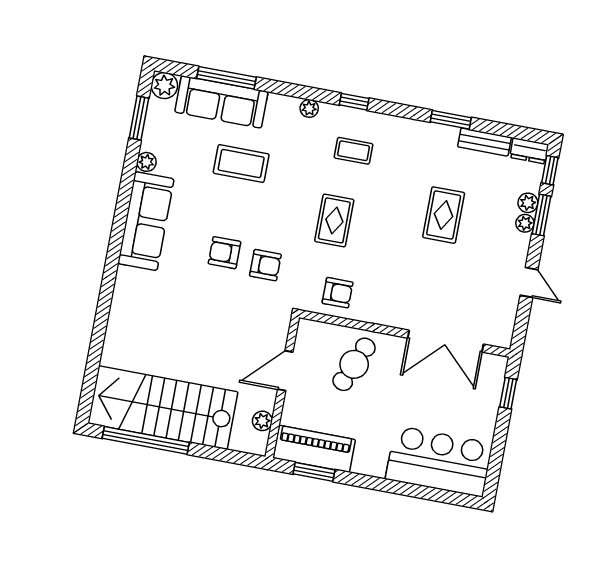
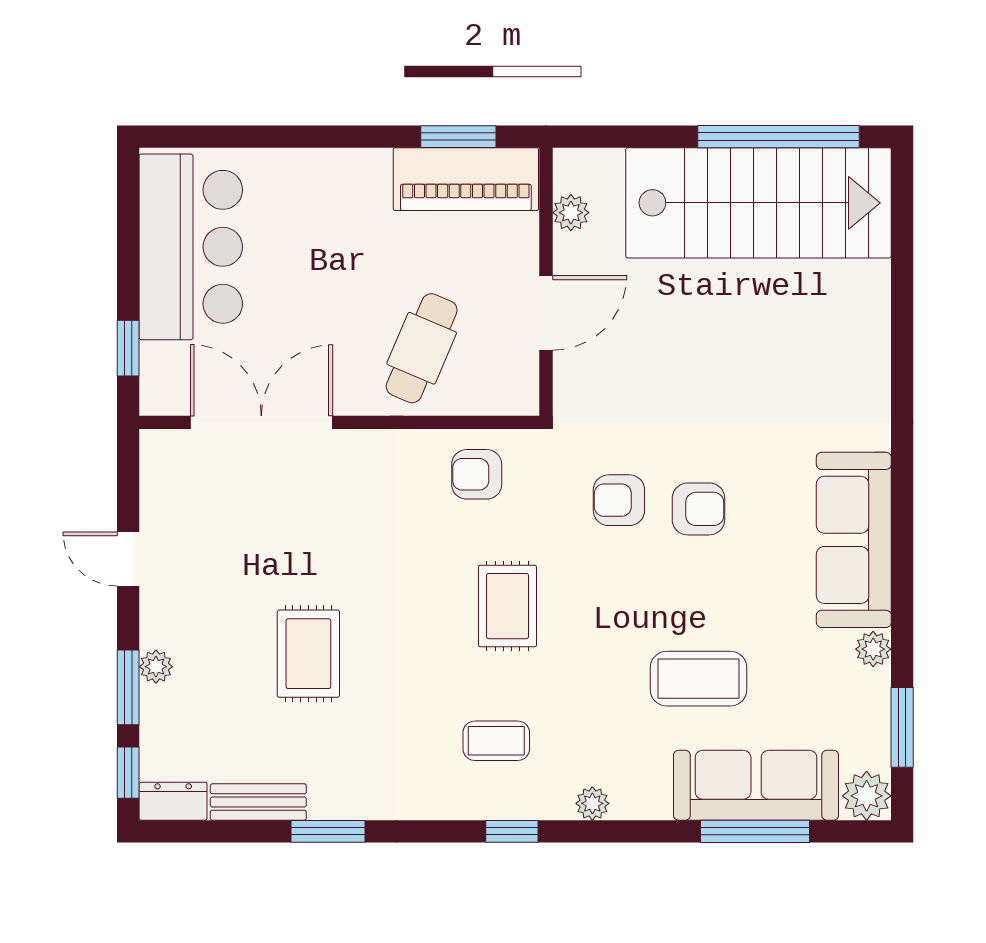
plant: (528, 203) -> (157, 705), removed
bar counter: (439, 461) -> (191, 247), moved, turned -90

